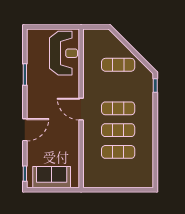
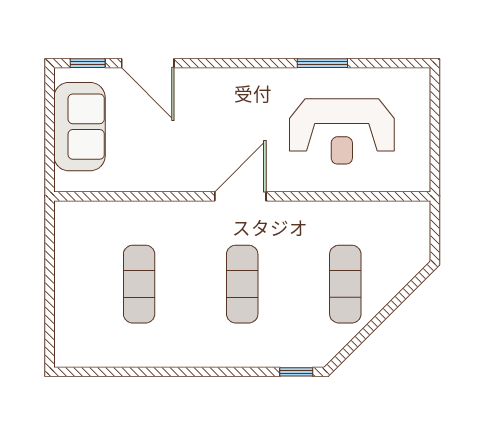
reception desk: (64, 53) -> (342, 131), moved
door: (25, 130) -> (148, 63), moved
exercise mat: (118, 130) -> (191, 284), removed

